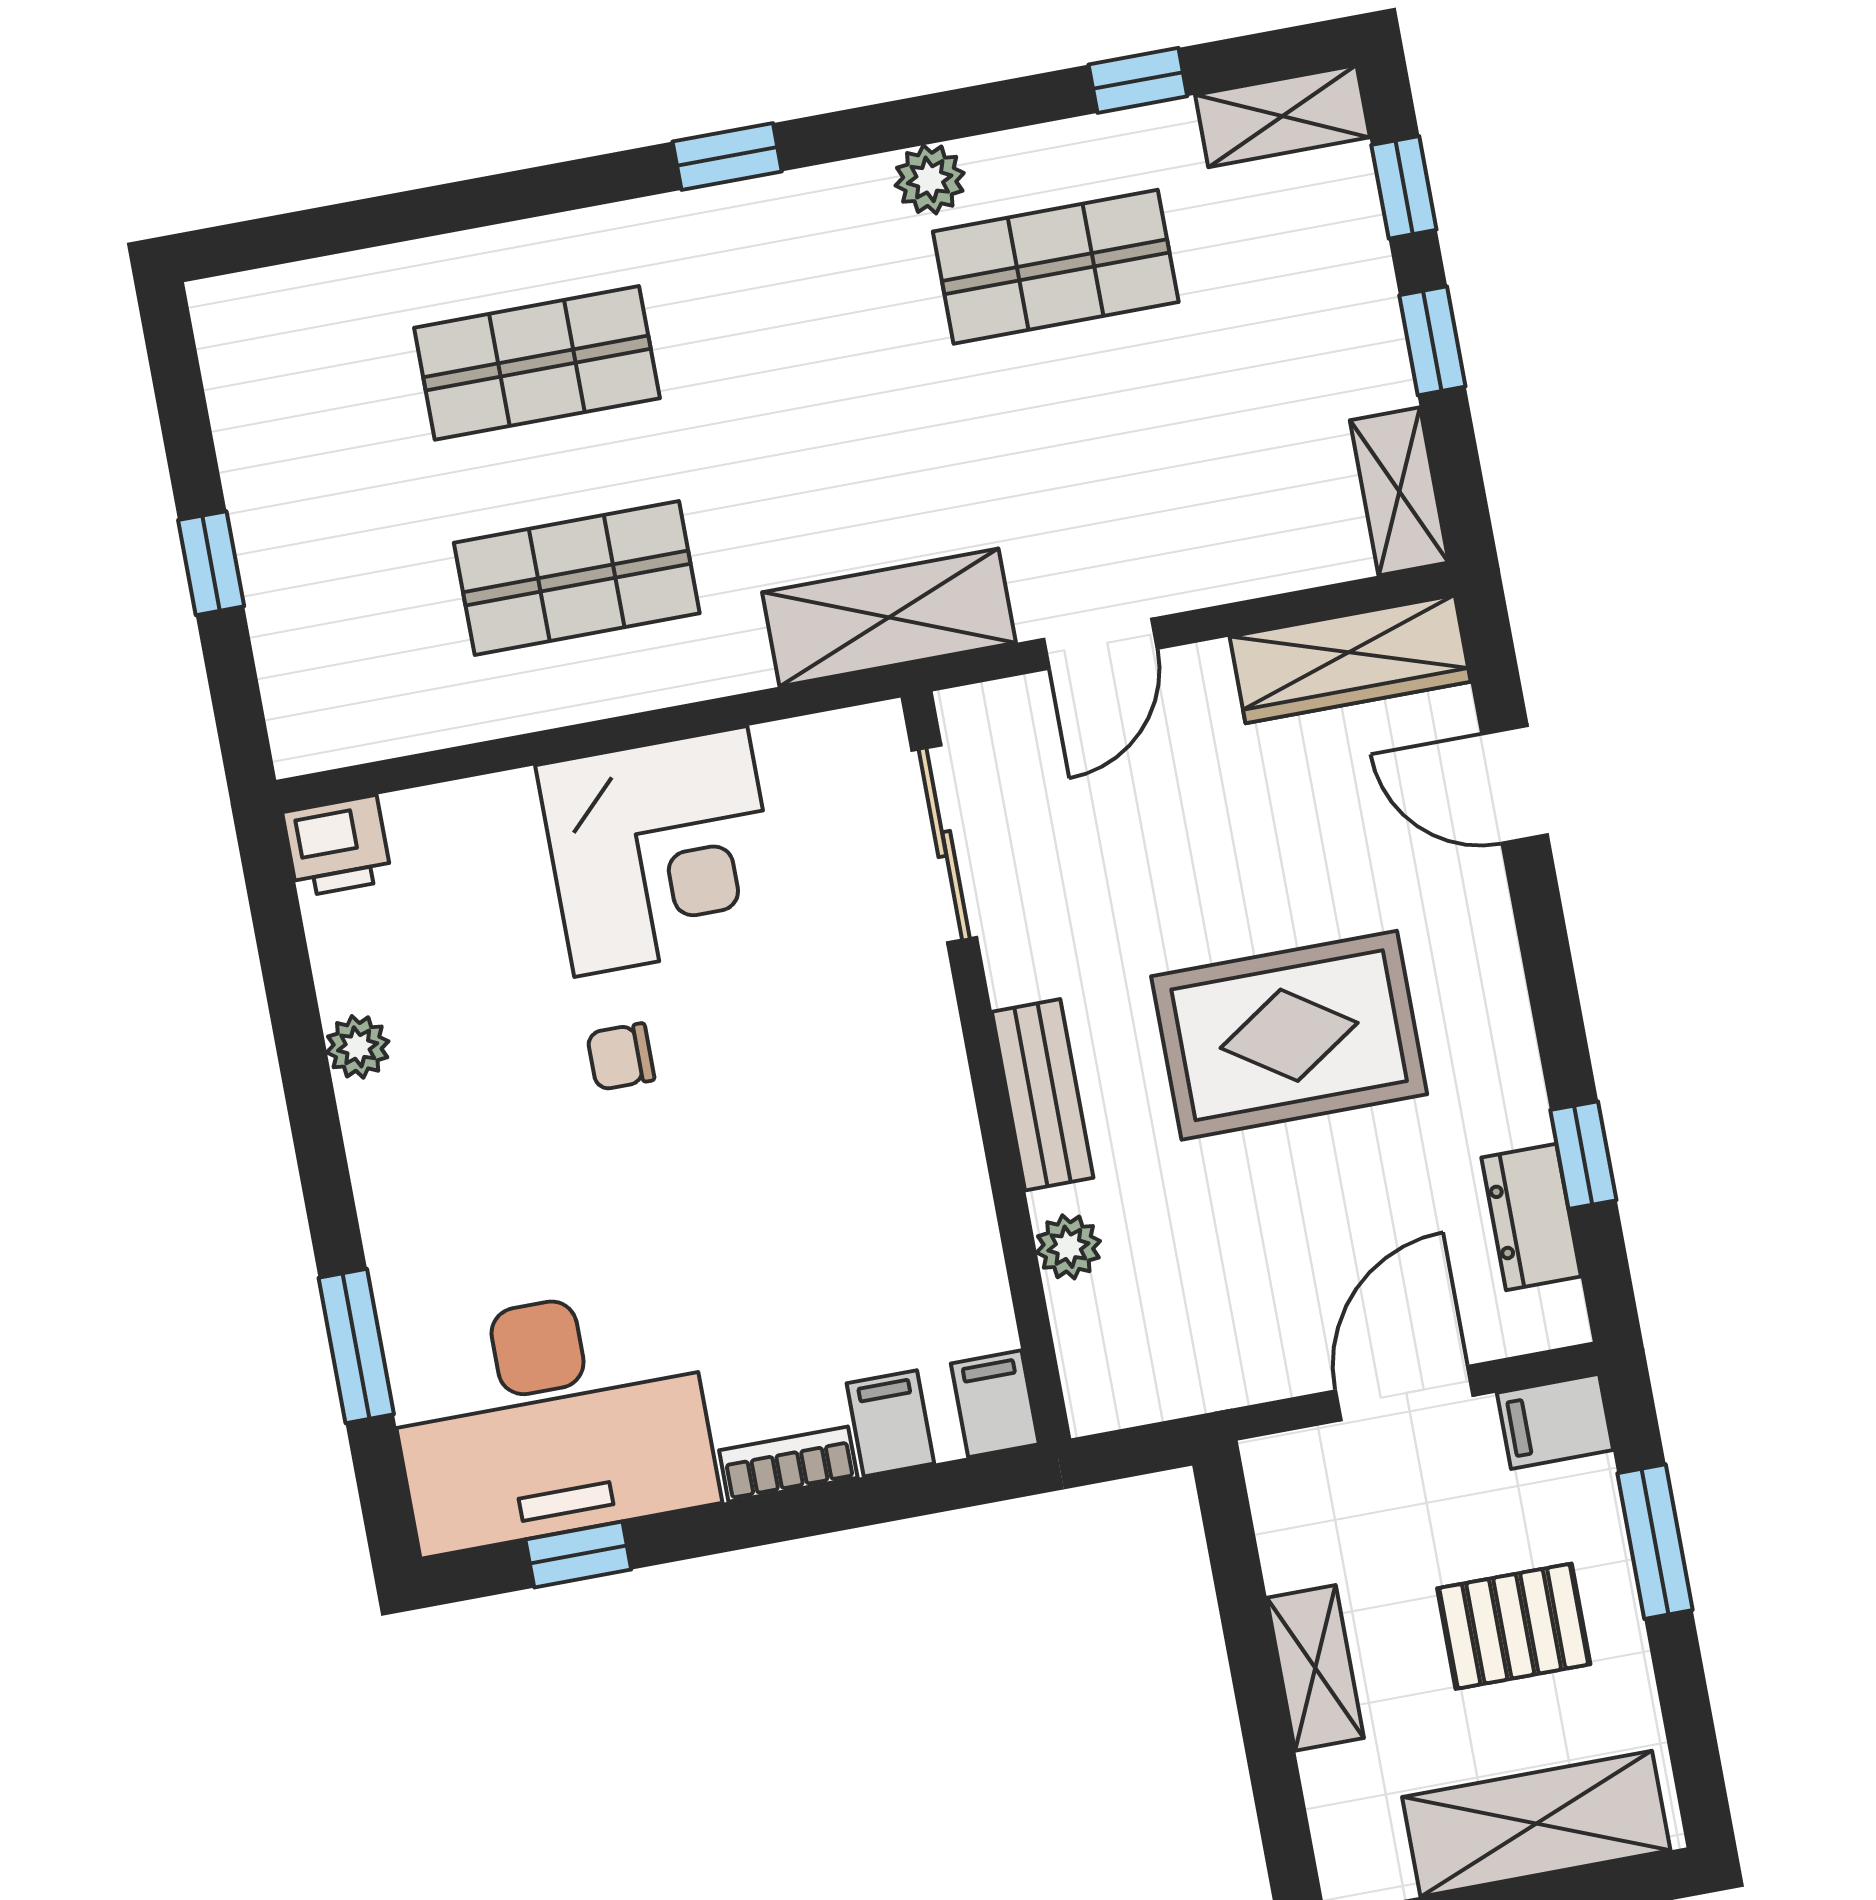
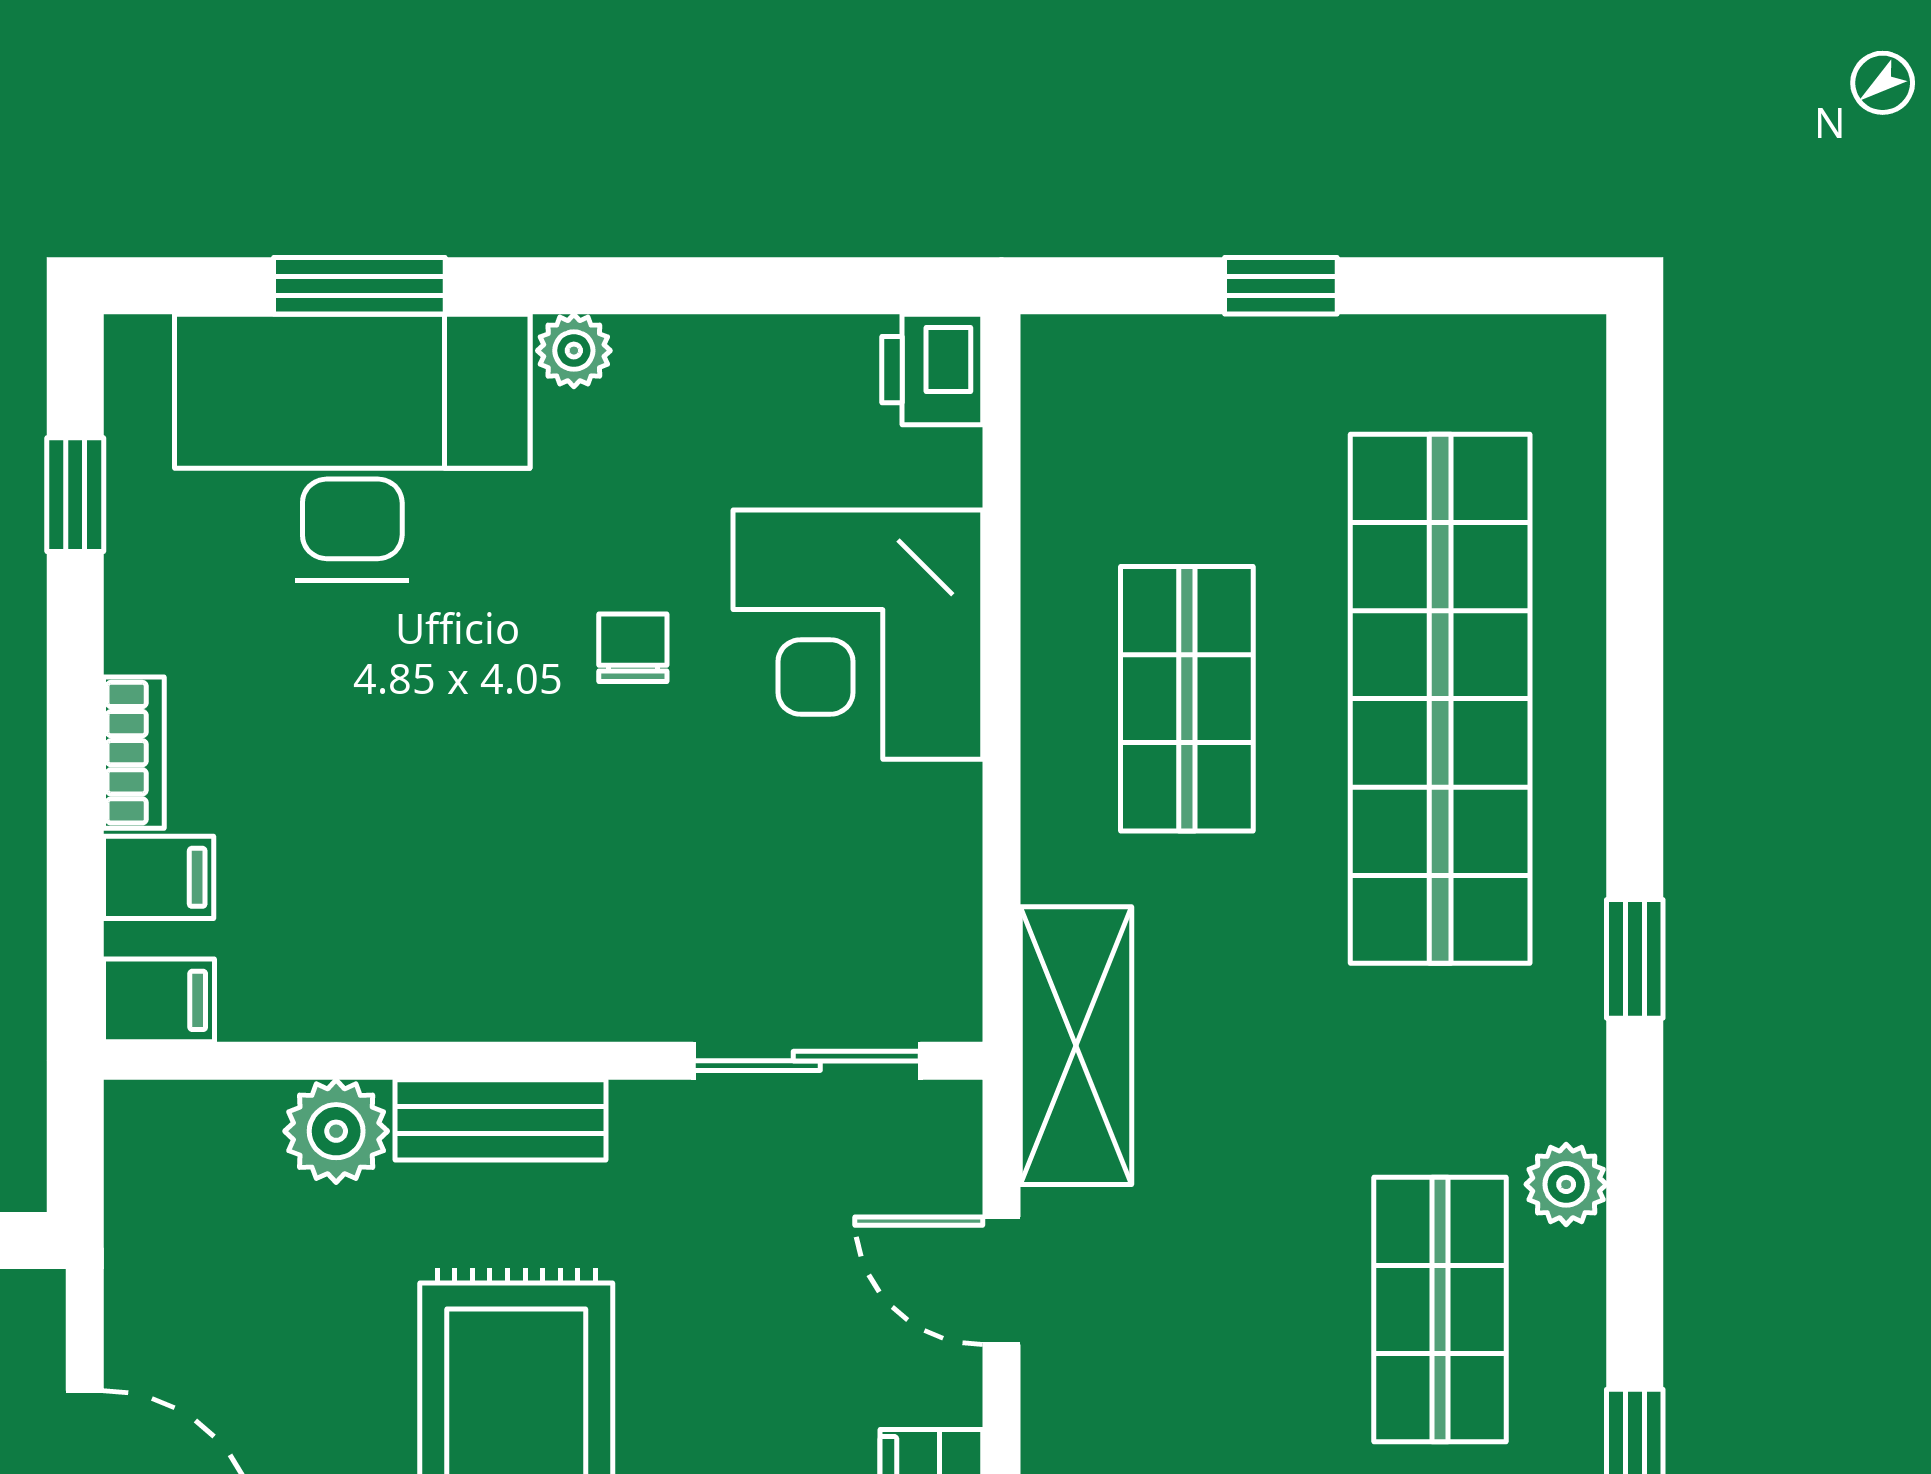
shop shelf: (537, 363) -> (1440, 699), width x2.00, depth x1.36
corner desk: (661, 852) -> (858, 635), moved
plant: (358, 1047) -> (574, 351), moved
plant: (1068, 1247) -> (336, 1131), width x1.38, depth x1.38
desk: (550, 1418) -> (352, 447), moved, turned 90

